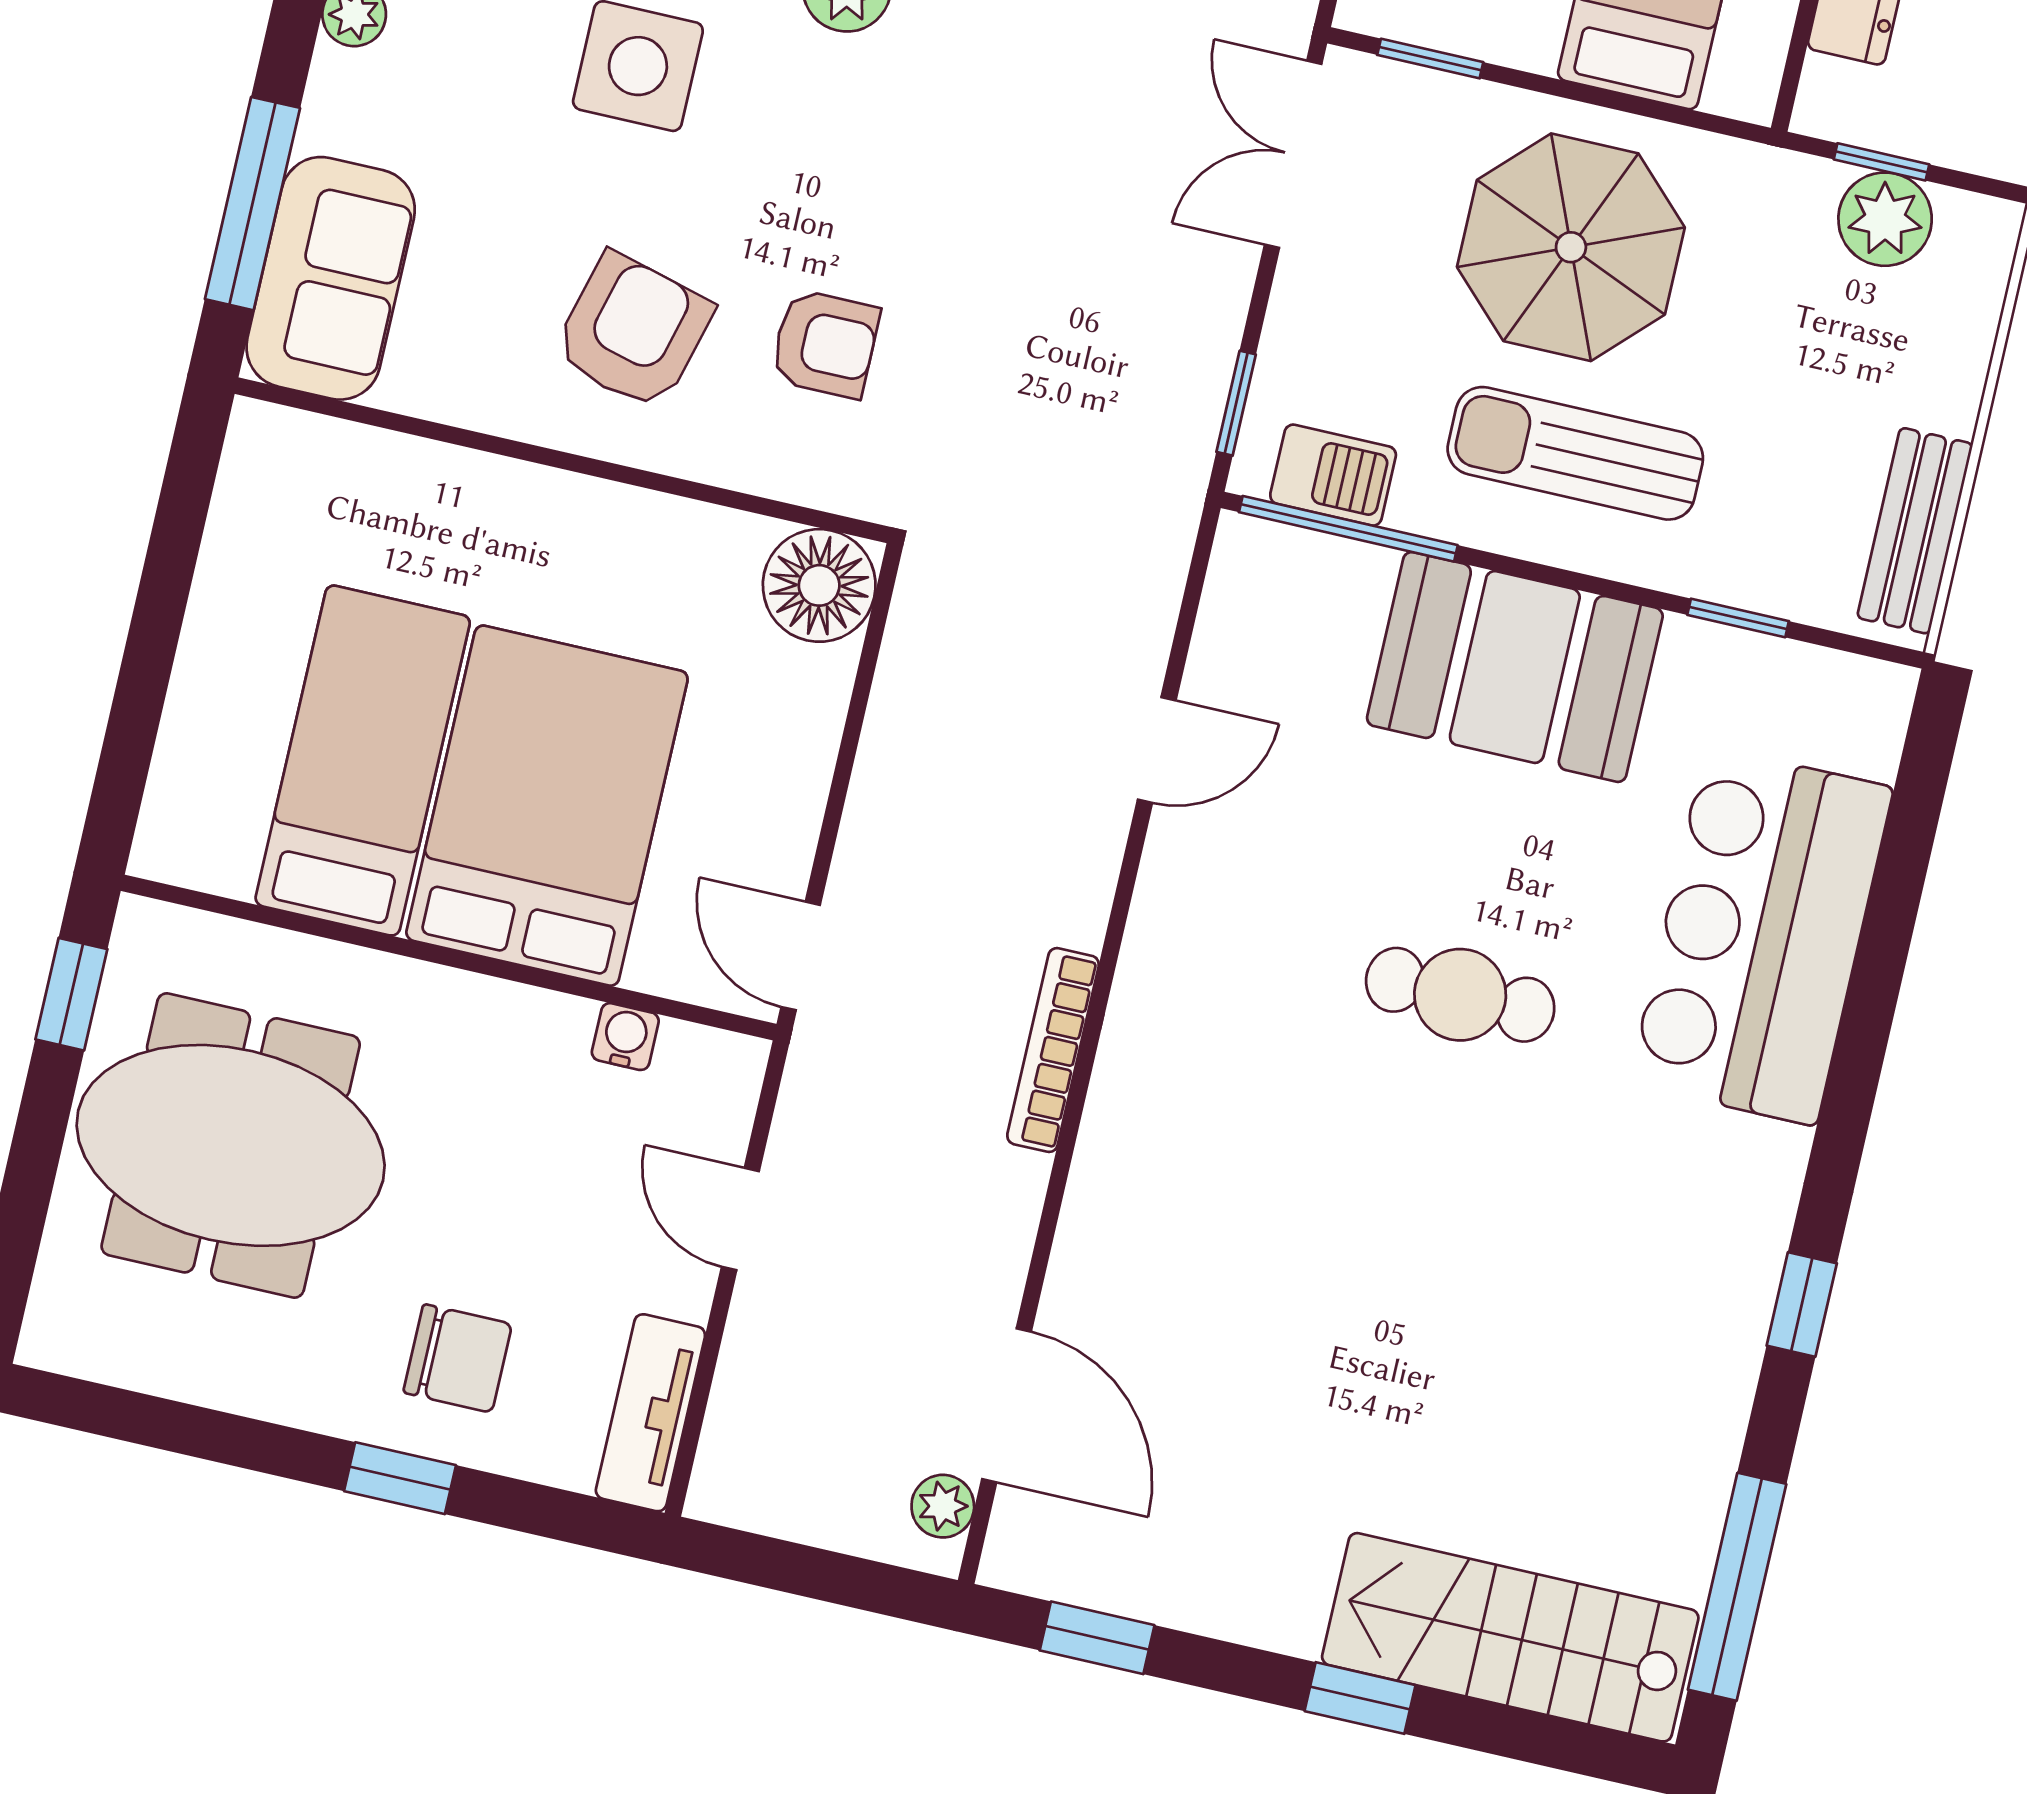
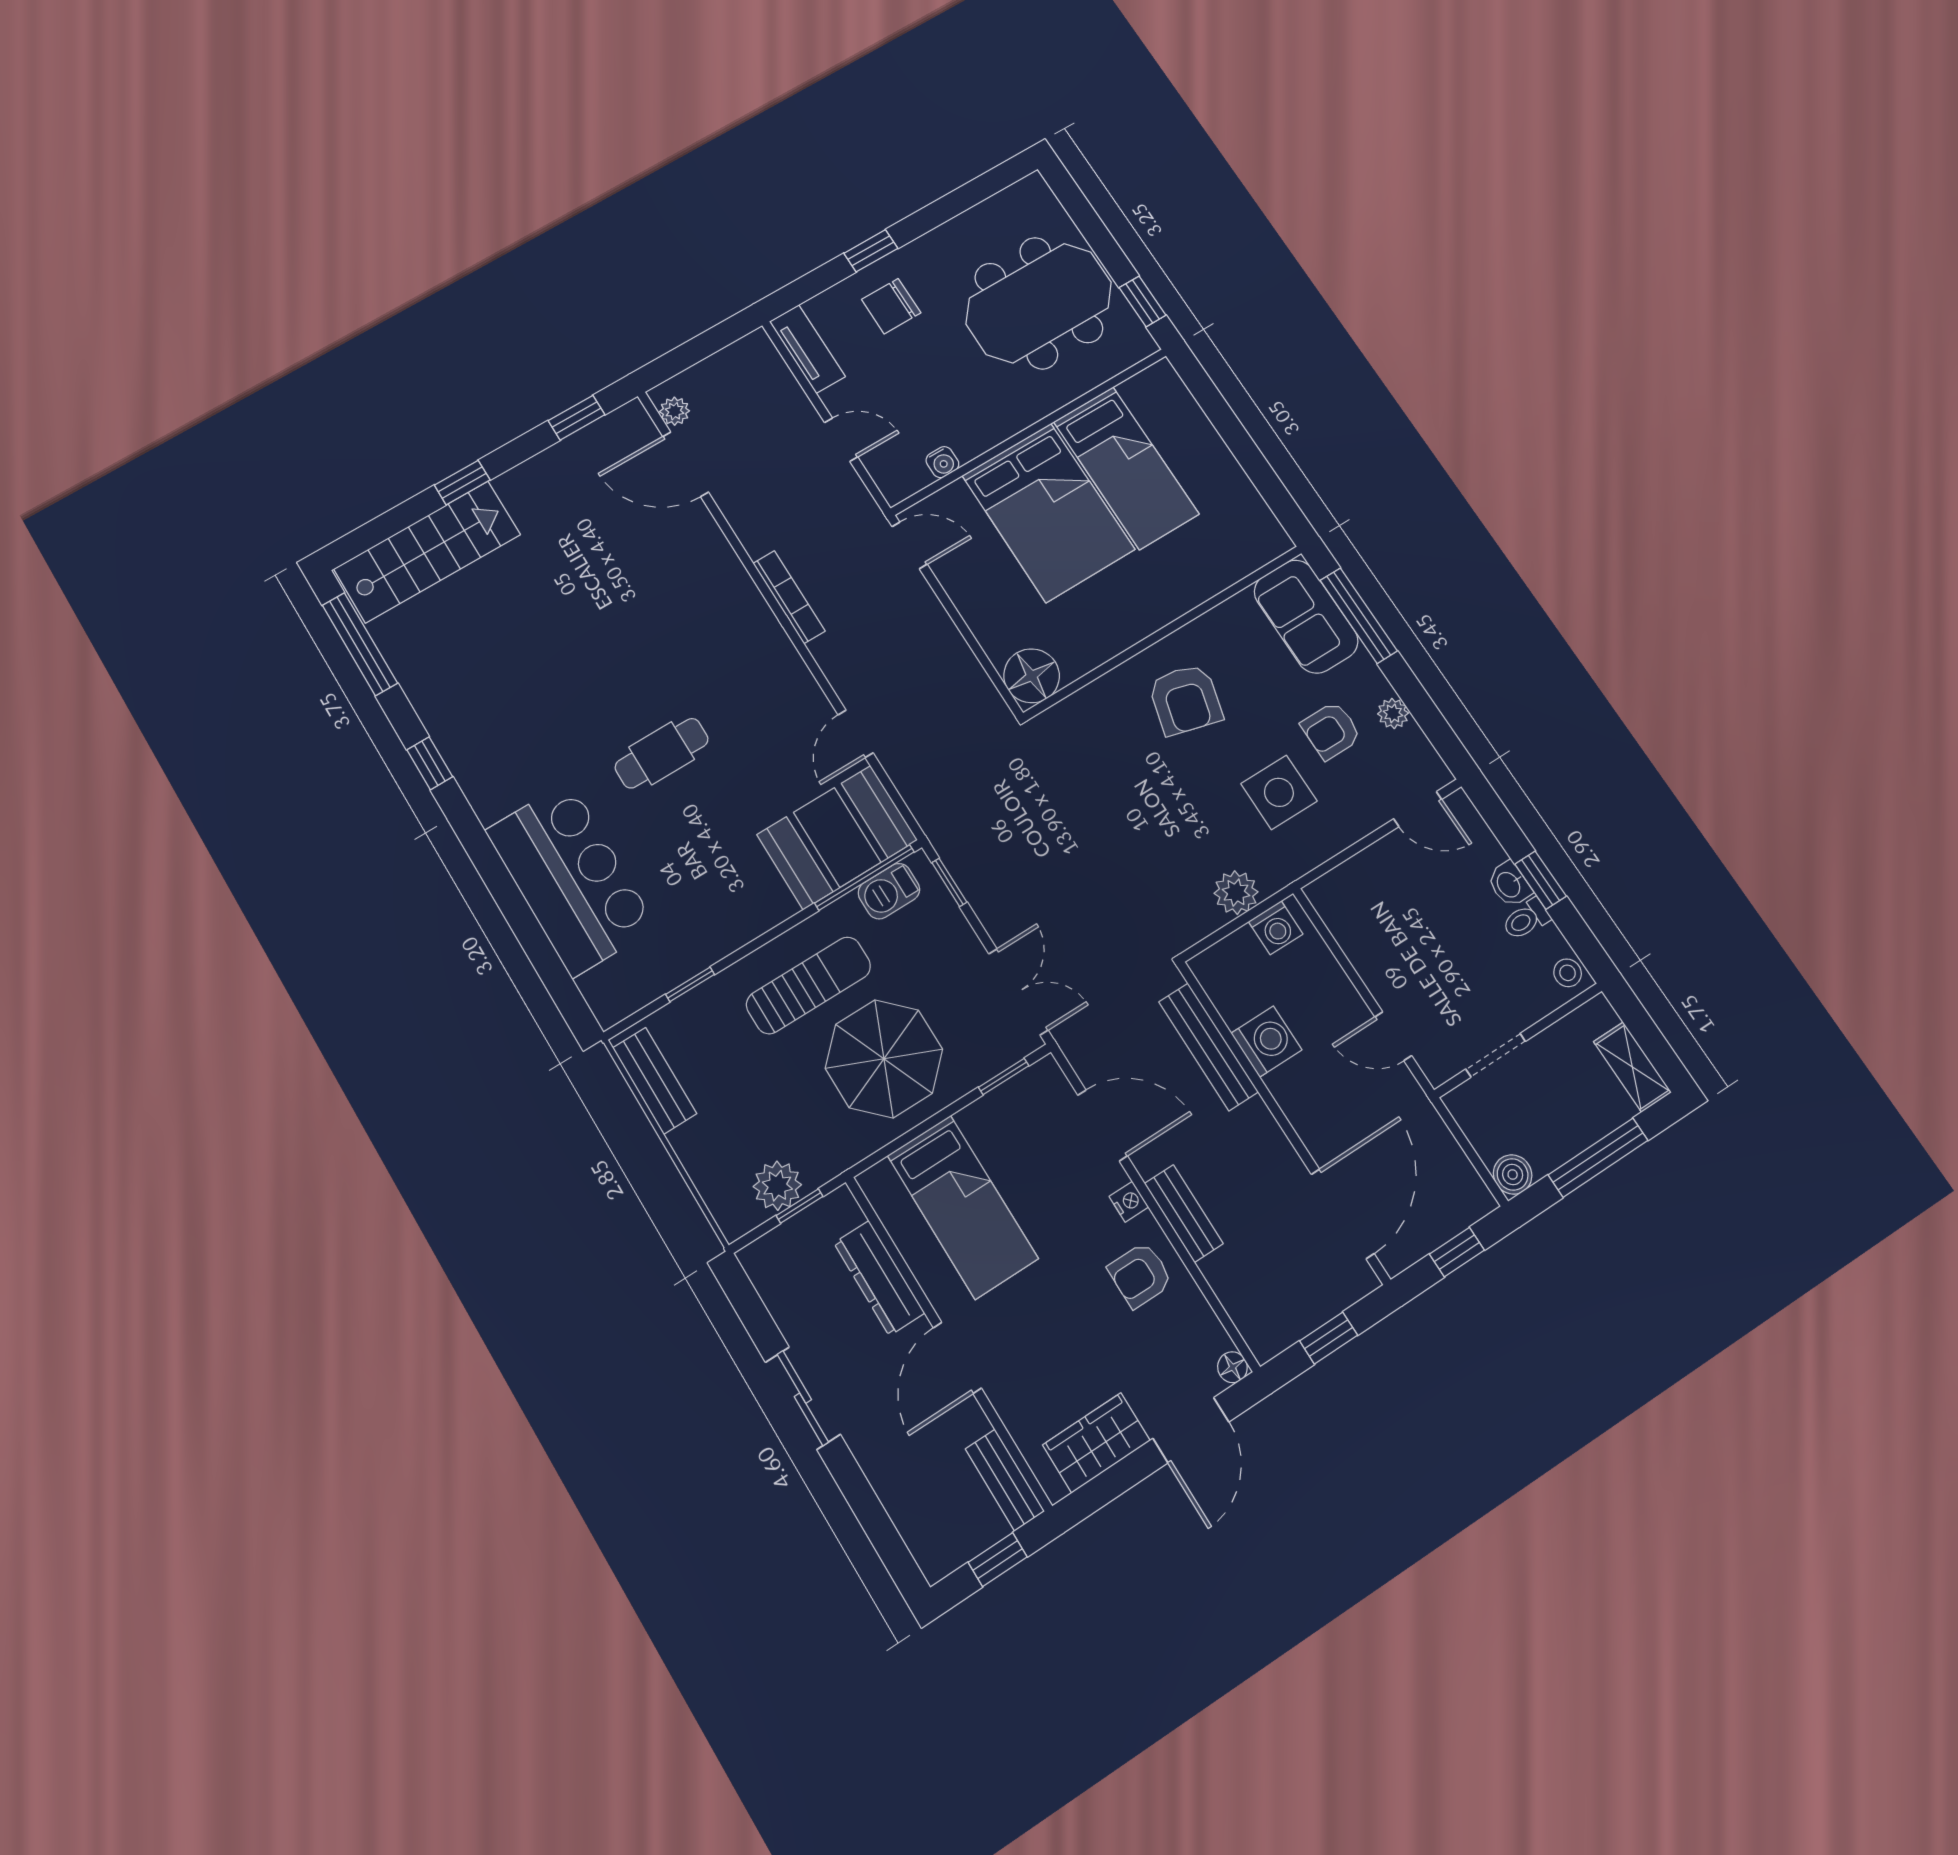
armchair: (825, 344) -> (1331, 731), moved
booth: (1515, 667) -> (837, 837), moved

